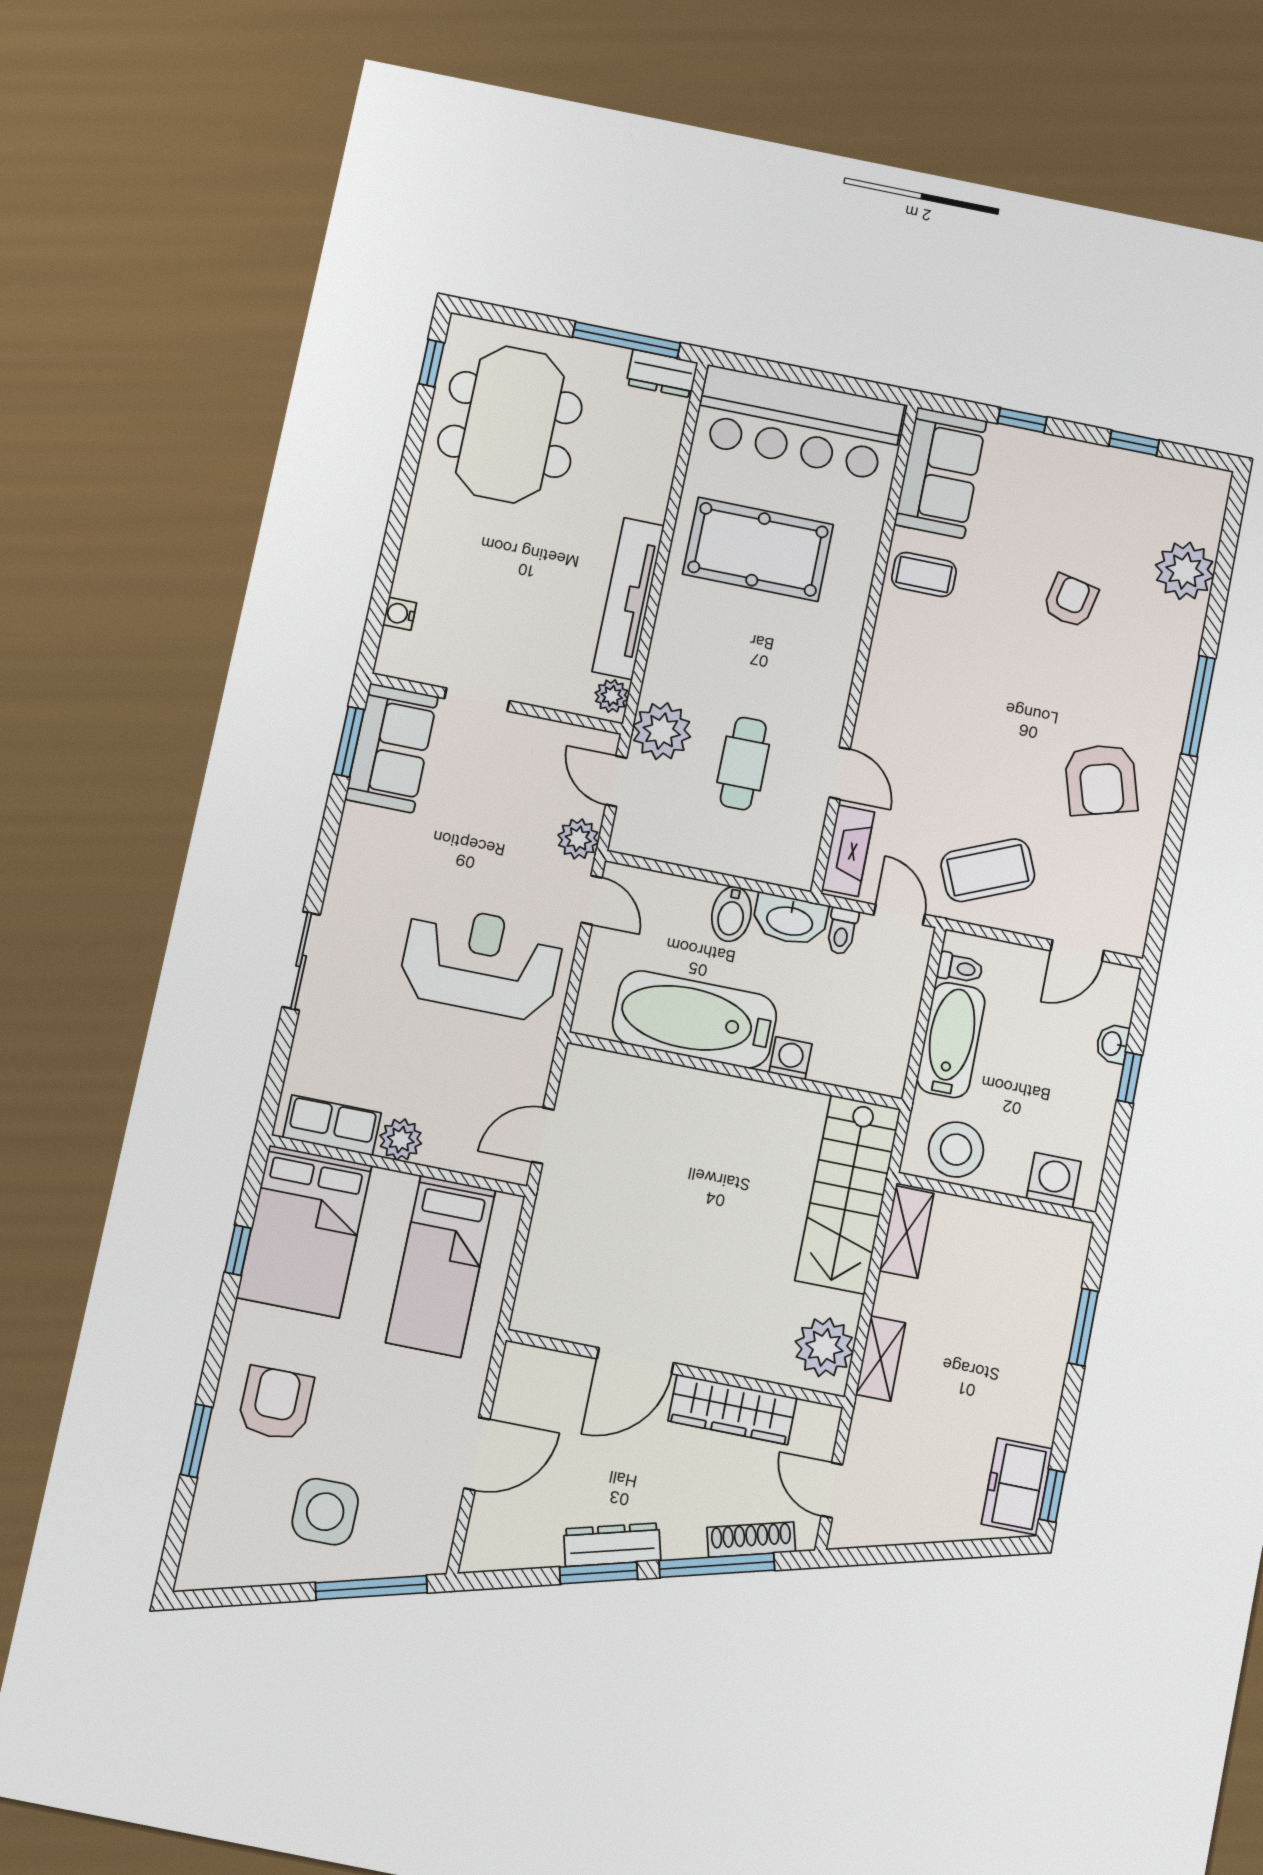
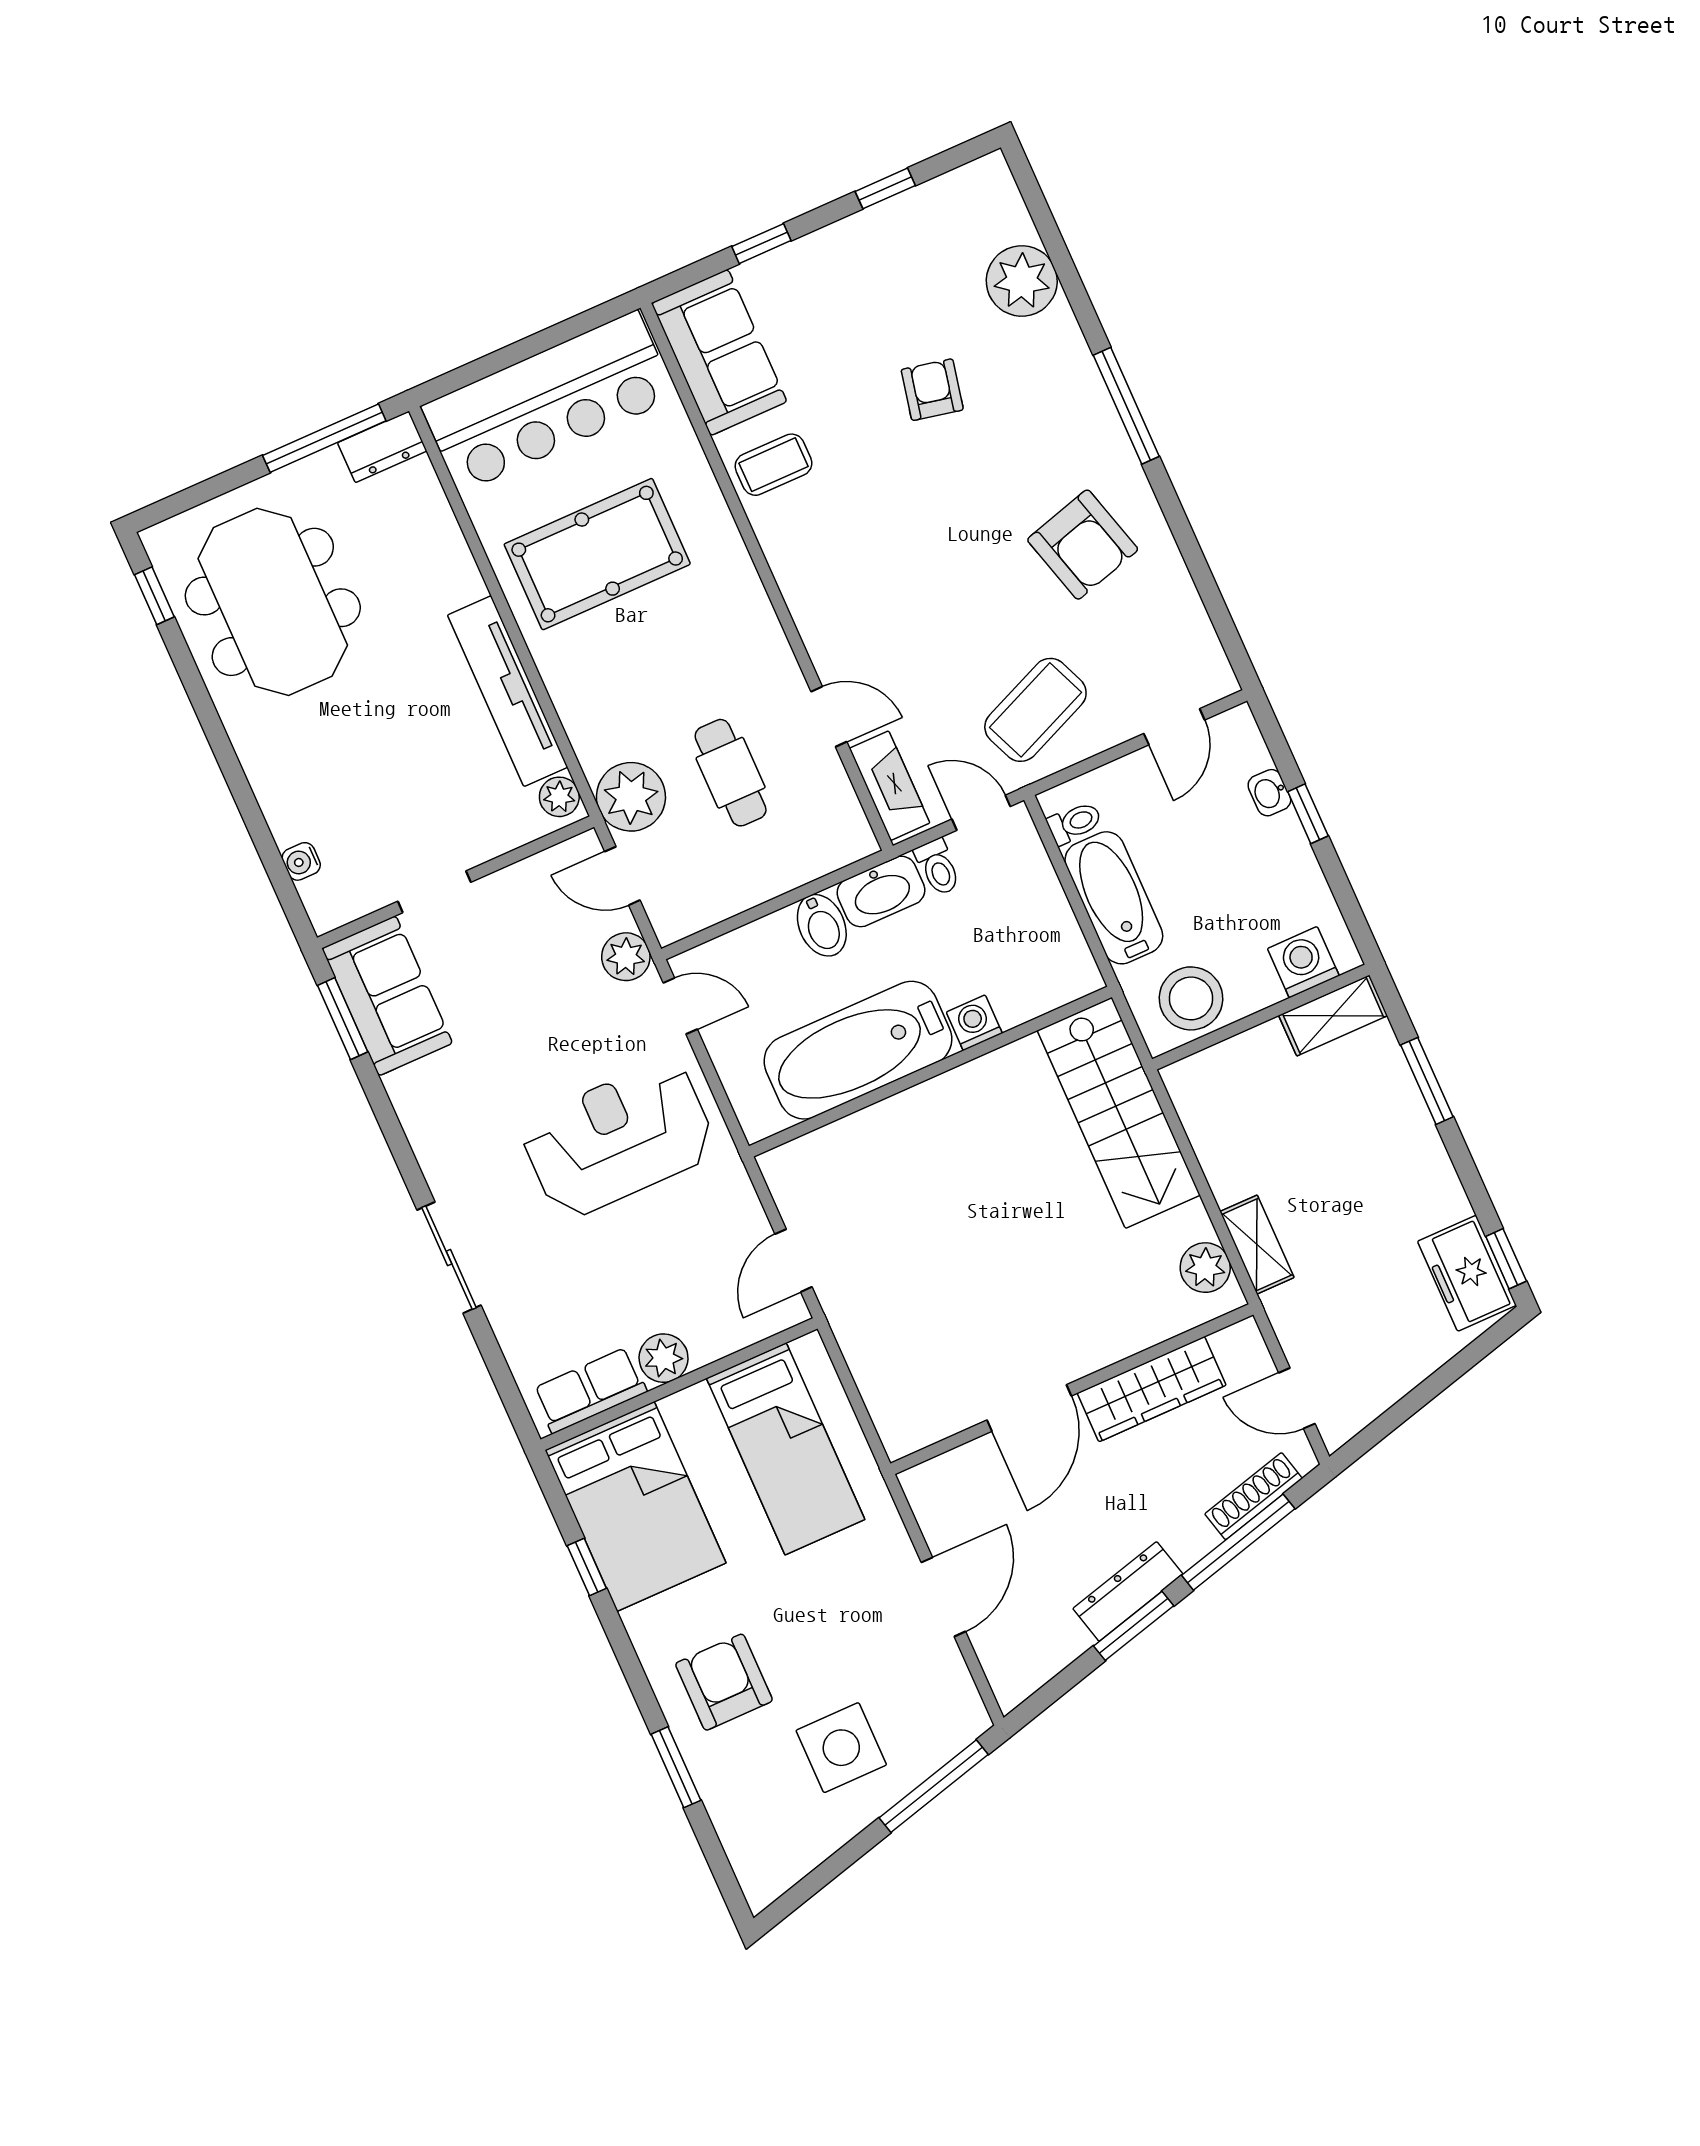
shelving: (907, 1232) -> (1333, 1016), moved, turned 90
plant: (824, 1347) -> (1205, 1268), width x0.73, depth x0.73

